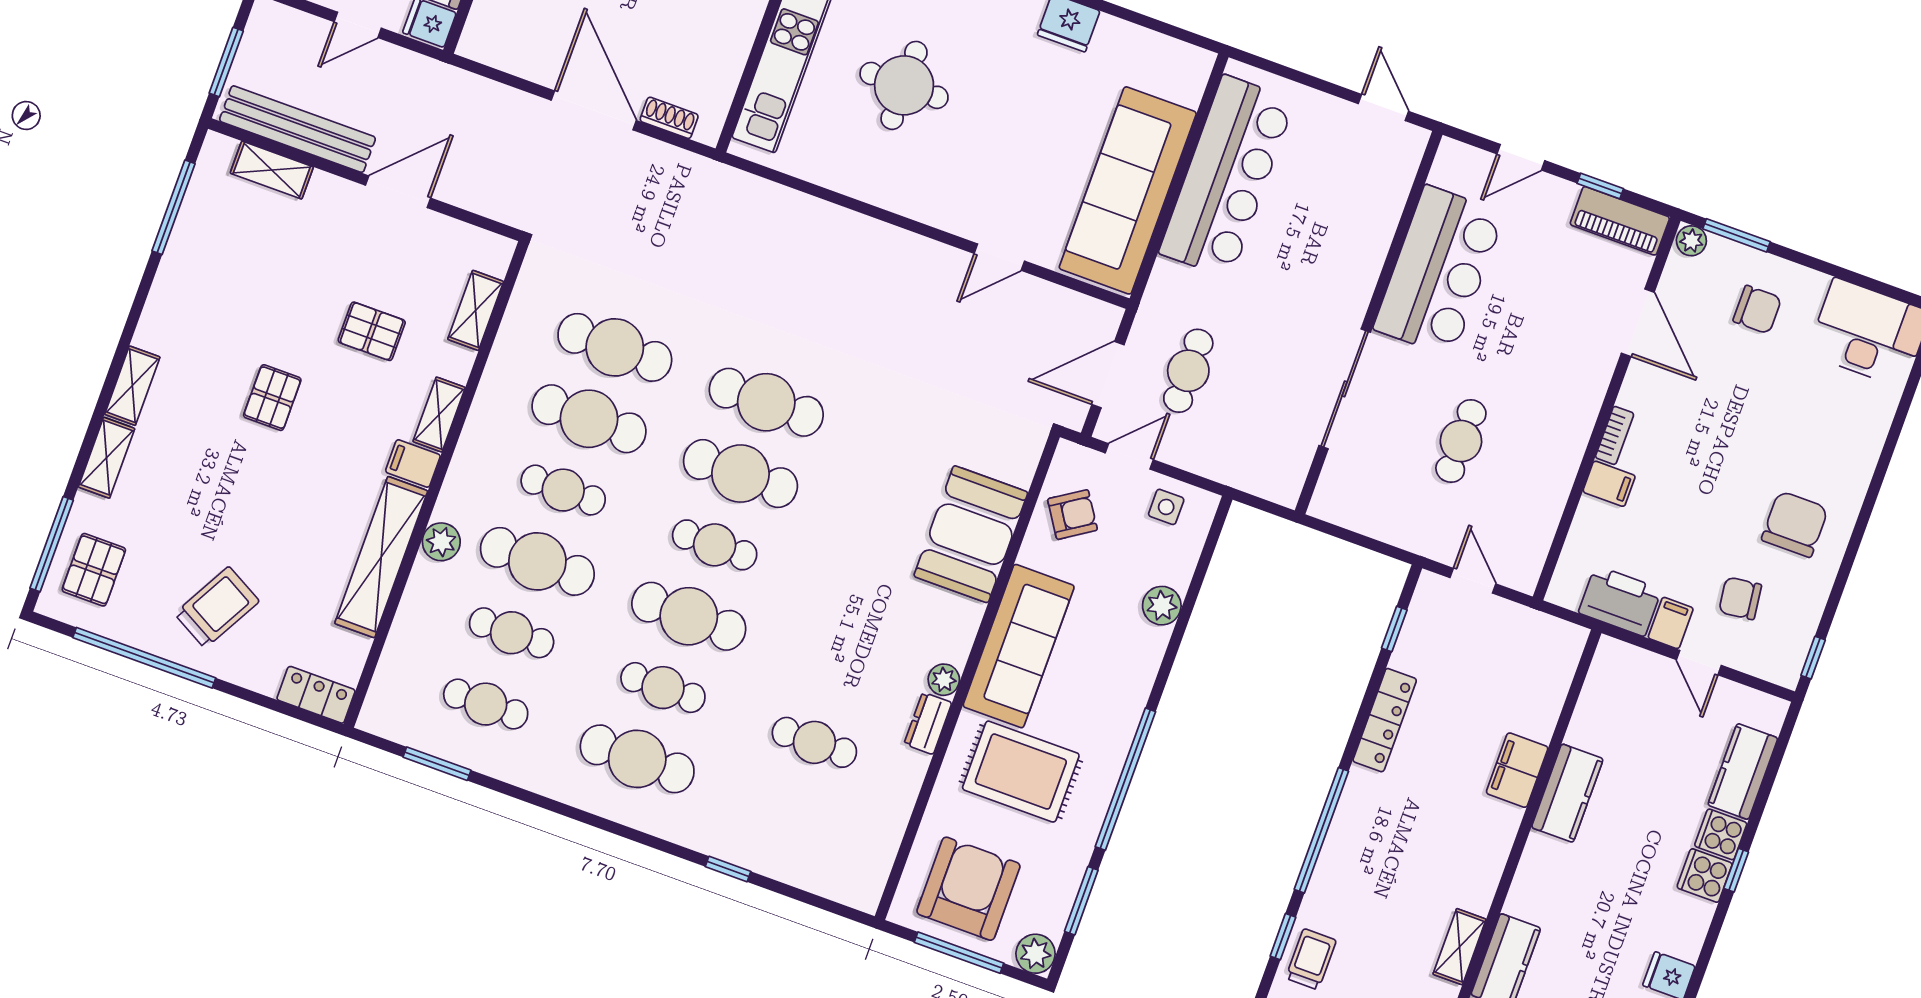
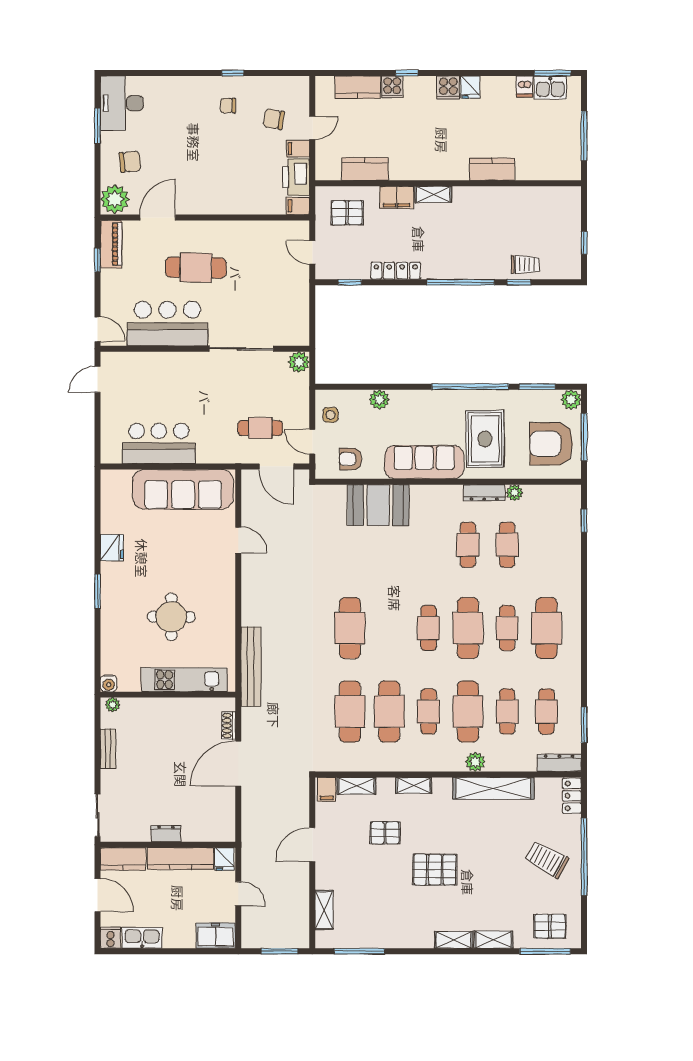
bench: (298, 129) -> (251, 667), moved
door: (1521, 157) -> (98, 329), moved
bar counter: (1227, 177) -> (159, 444), width x0.73
door: (398, 192) -> (312, 845), hinge flipped
window: (1737, 235) -> (98, 126), moved
plant: (1691, 241) -> (115, 199), width x1.88, depth x1.88
chair: (1757, 310) -> (130, 162), turned 84
pallet: (372, 331) -> (385, 833), turned 90
pallet: (272, 398) -> (435, 870), width x1.50, depth x1.42
bookcase: (1615, 435) -> (217, 209), removed
cafe table: (1461, 441) -> (196, 268), moved, width x1.37, depth x1.35
filing cabinet: (413, 463) -> (327, 789), moved
cafe table: (740, 474) -> (468, 545), moved, width x0.73, depth x0.74
plant: (1283, 484) -> (299, 362), added
filing cabinet: (1609, 484) -> (298, 206), moved, turned -90
armchair: (1072, 515) -> (351, 459), turned -57
chair: (1795, 524) -> (228, 106), width x0.54, depth x0.54
door: (1473, 581) -> (312, 252), hinge flipped
chair: (1740, 598) -> (274, 119), turned 107
window: (144, 658) -> (584, 857), moved
window: (1813, 658) -> (233, 73), moved
pallet: (1522, 670) -> (347, 213), added
plant: (944, 680) -> (515, 493), moved
dresser: (384, 693) -> (559, 763), added
dresser: (928, 723) -> (484, 493), width x1.44
kitchen counter: (1567, 793) -> (365, 169), moved
window: (728, 869) -> (584, 521), moved
cooker: (1705, 876) -> (448, 88), moved
shelving: (1460, 947) -> (433, 194), moved
trolley: (1311, 959) -> (525, 265), turned 180

